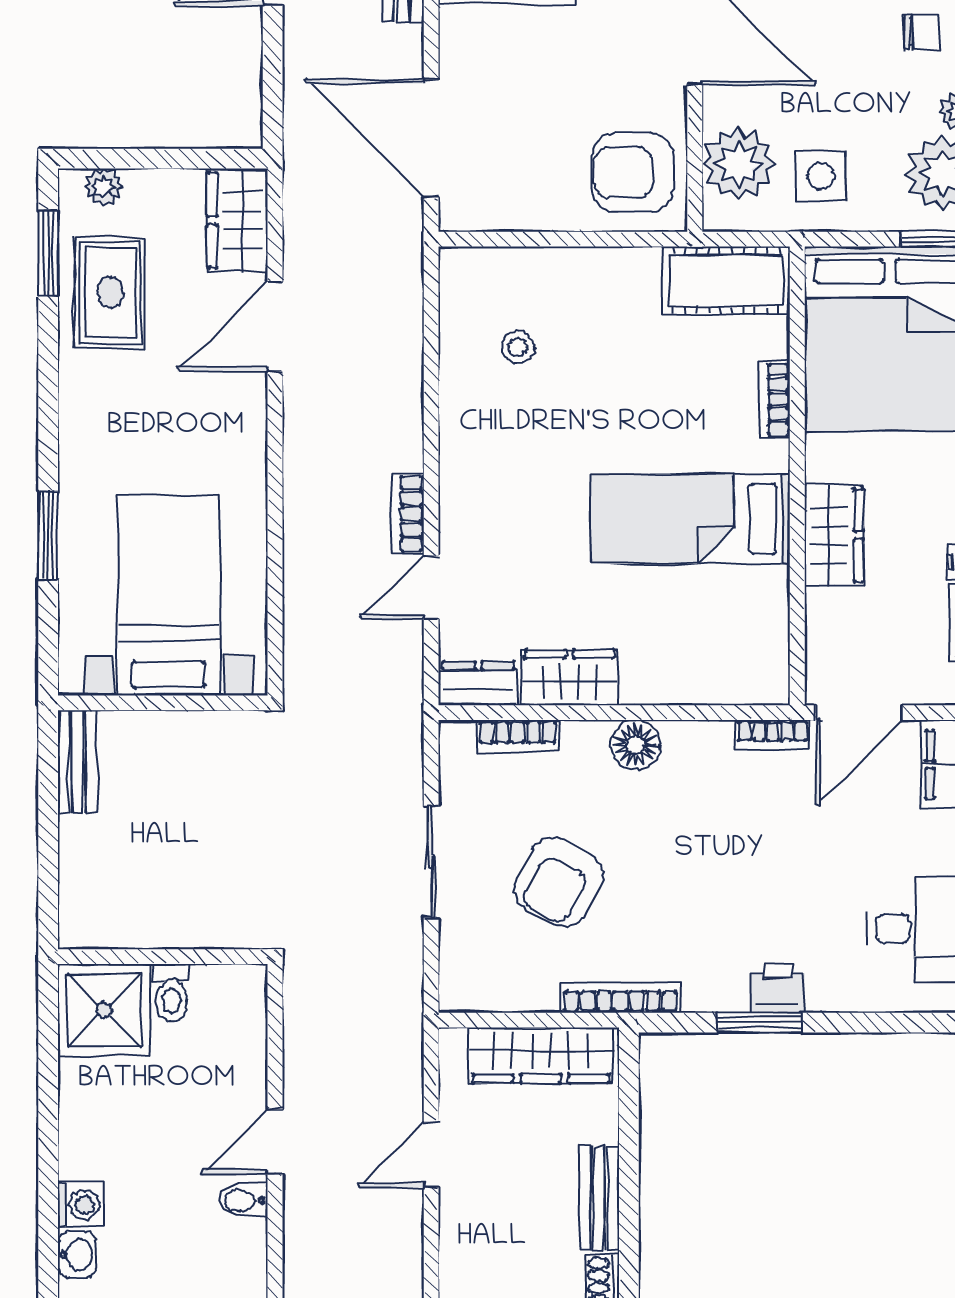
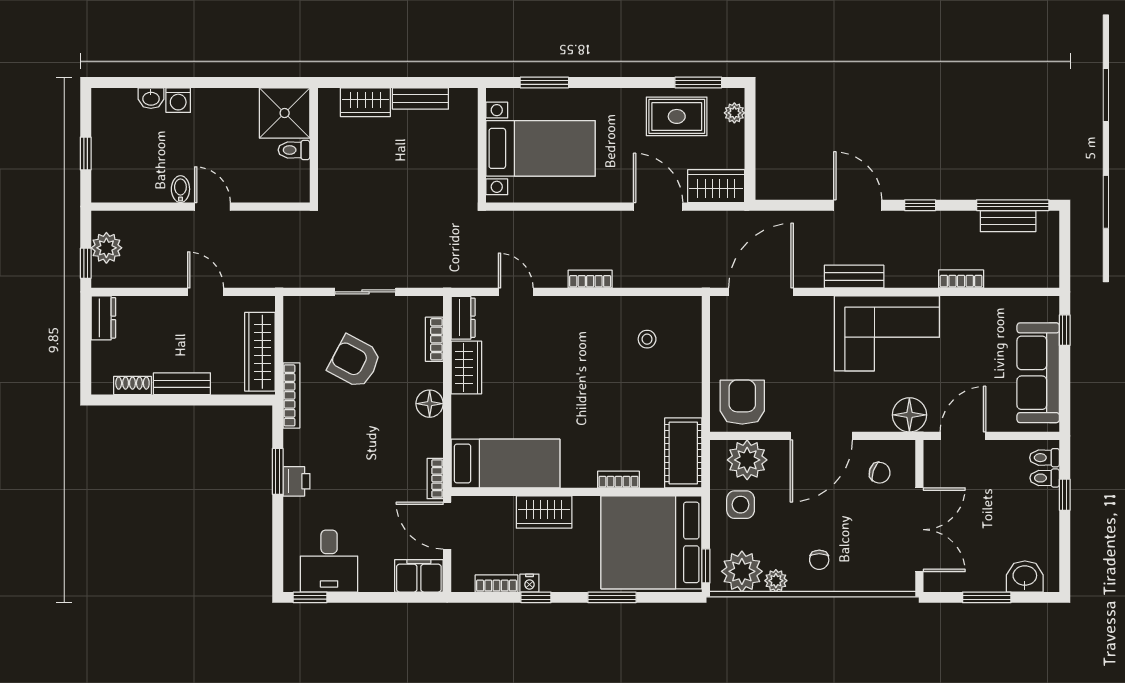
bookcase: (408, 514) -> (590, 279), moved
bed: (691, 519) -> (505, 464), moved, turned 90
bed with nightstands: (169, 595) -> (540, 148), moved
wall: (163, 703) -> (482, 145), moved
wardrobe: (84, 862) -> (365, 102), added

